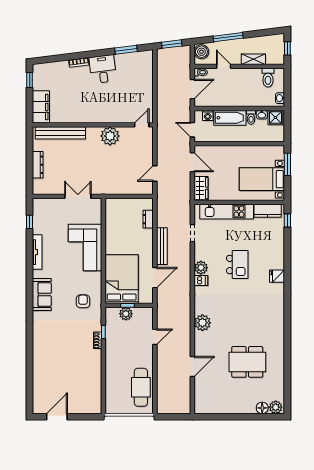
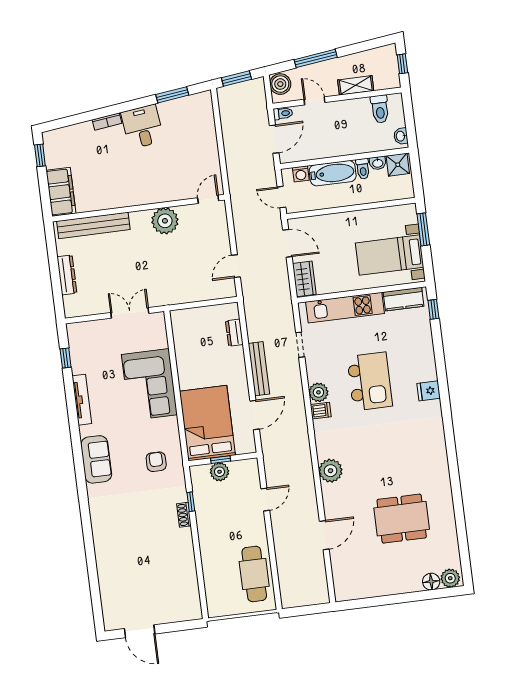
kitchen island: (237, 264) -> (370, 381), width x1.37, depth x1.28
door: (57, 417) -> (140, 631), swing flipped

